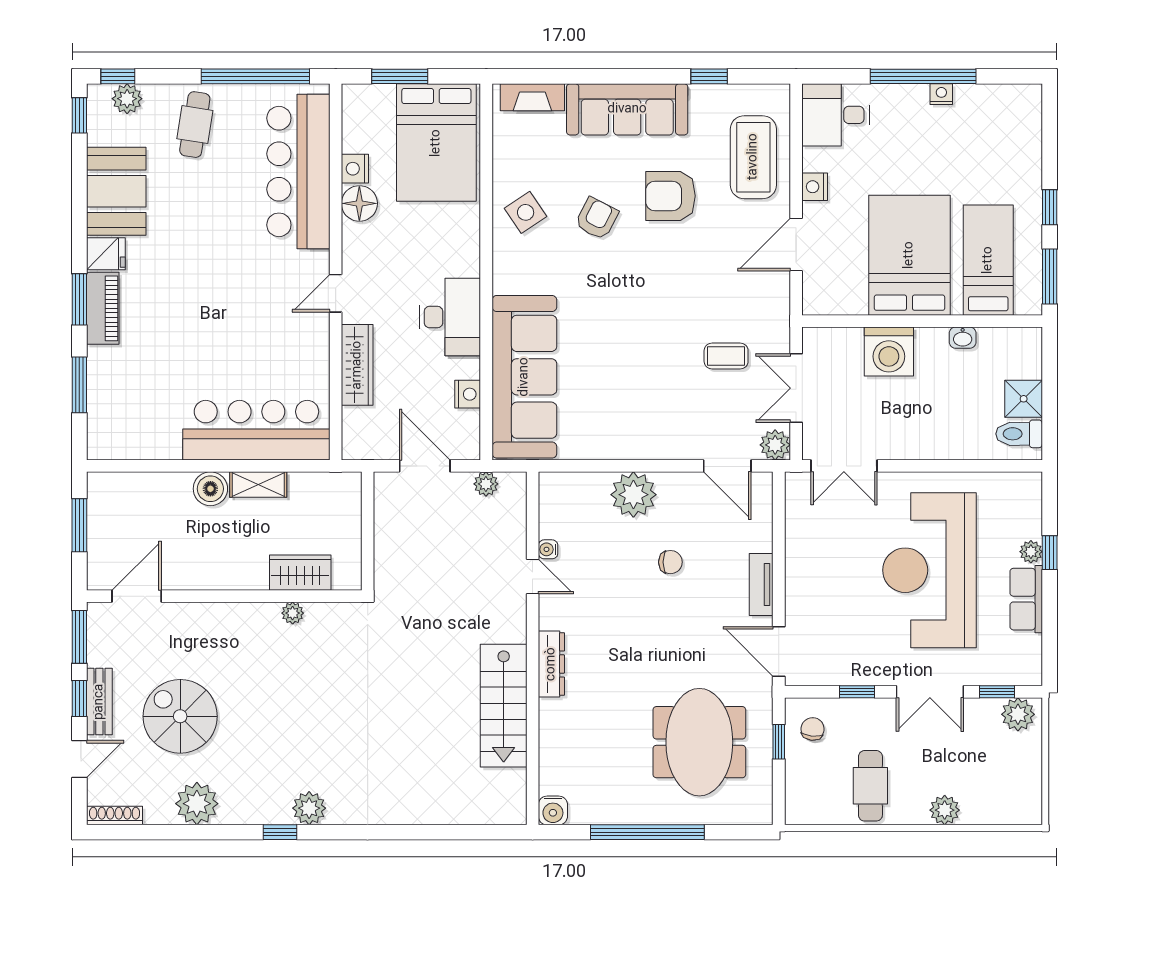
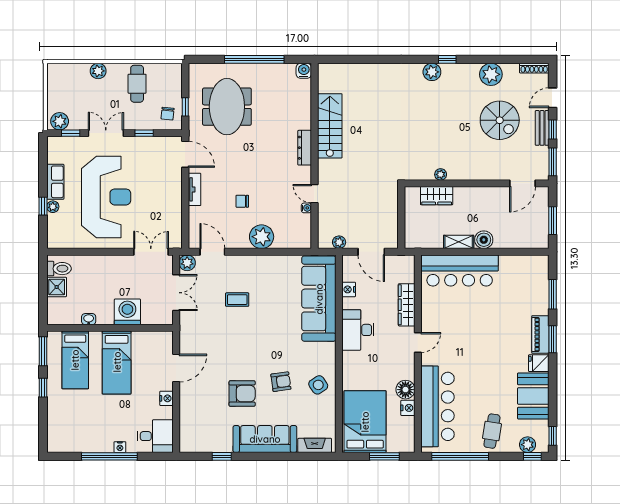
nightstand: (941, 94) -> (120, 447), moved
coffee table: (753, 157) -> (199, 414), removed
armchair: (597, 219) -> (281, 382), turned -125
bed: (909, 255) -> (117, 362), width x0.67
coffee table: (726, 356) -> (237, 300), moved

